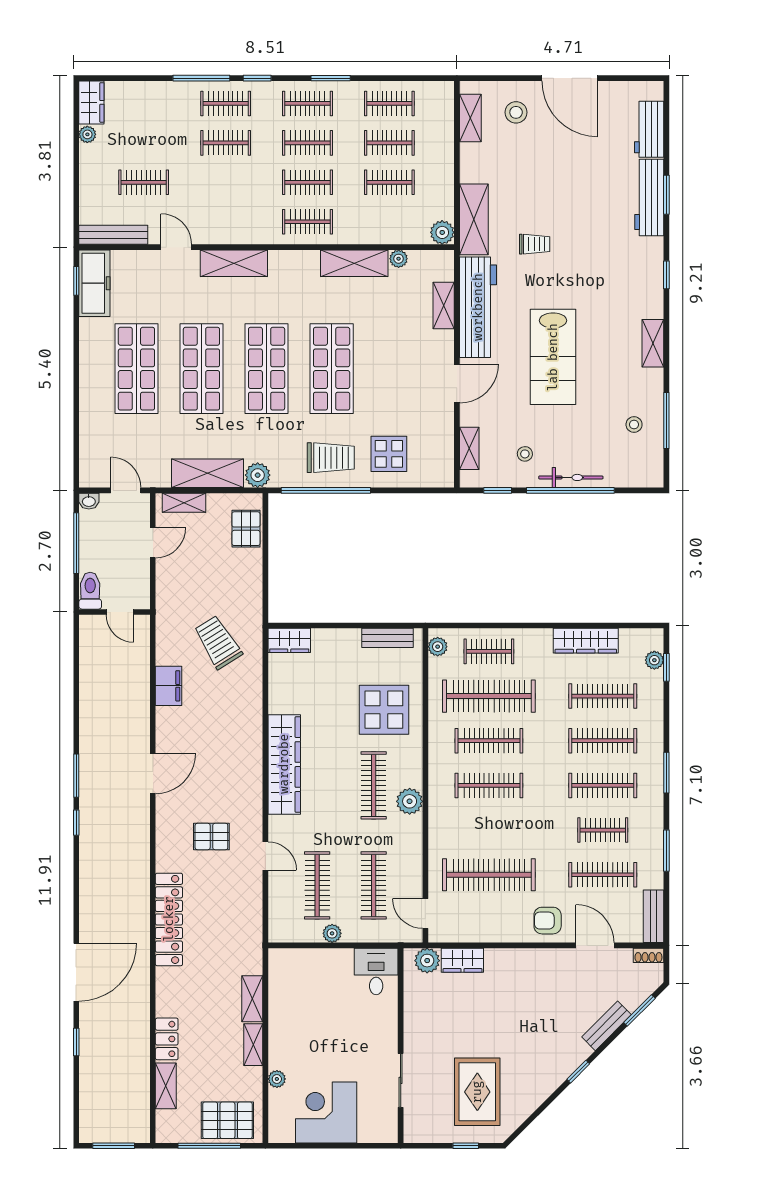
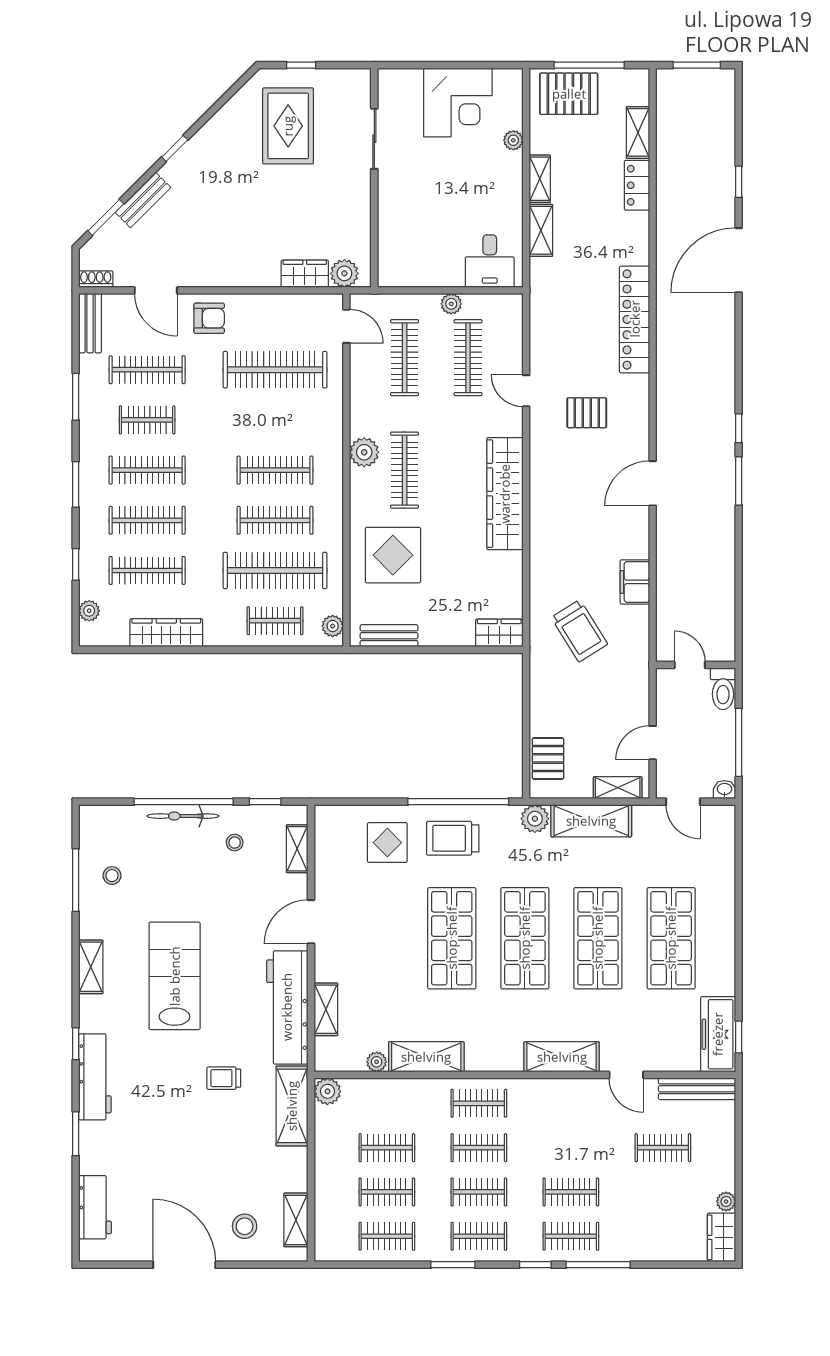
workbench: (649, 198) -> (95, 1077), moved
lab bench: (553, 357) -> (175, 976), moved
window: (666, 667) -> (76, 564), moved
desk: (376, 971) -> (490, 261), moved

